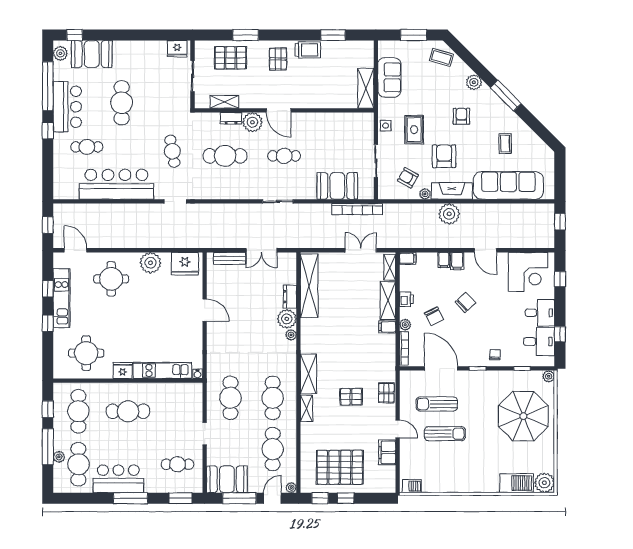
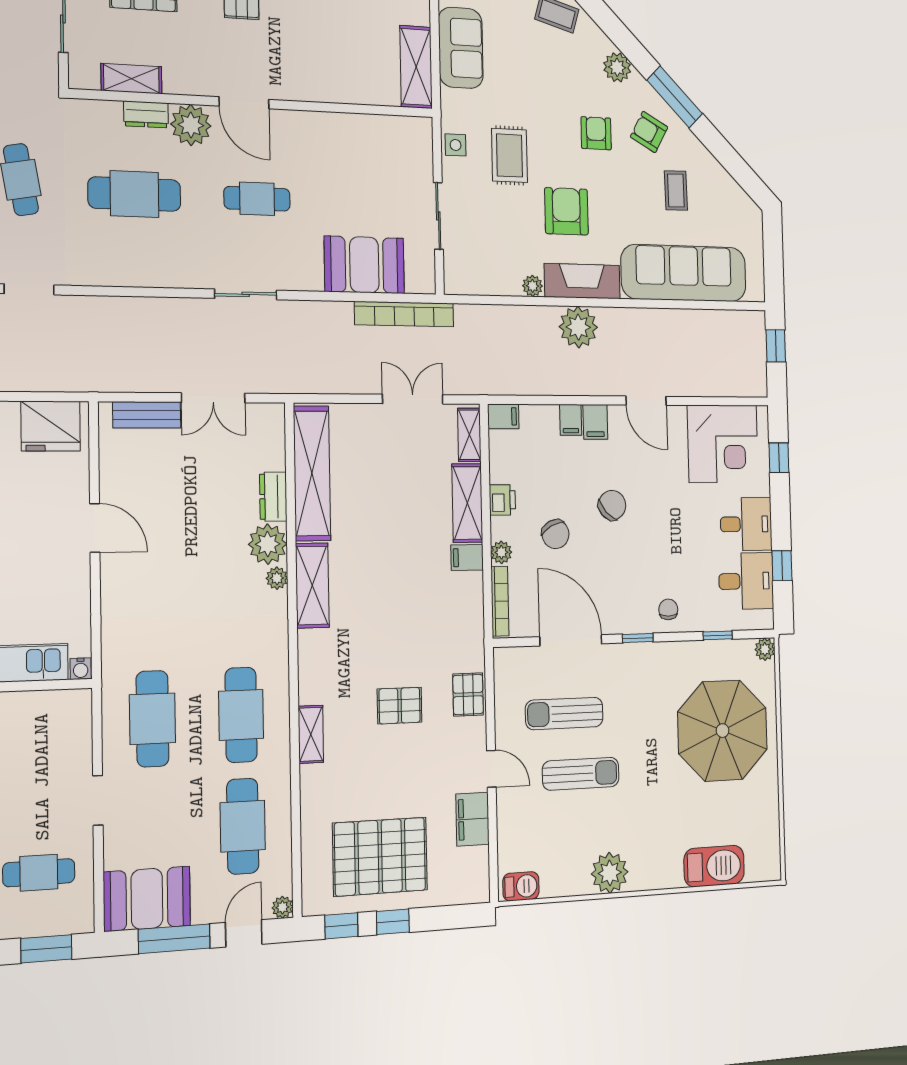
armchair: (408, 178) -> (649, 132), moved
shelving: (308, 374) -> (312, 585), moved
plant: (544, 483) -> (610, 873), moved

